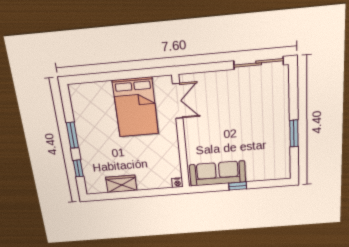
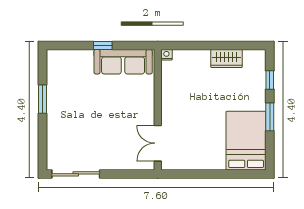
bed: (136, 107) -> (246, 141), moved

